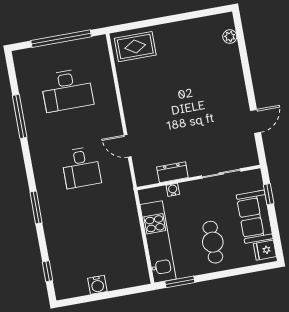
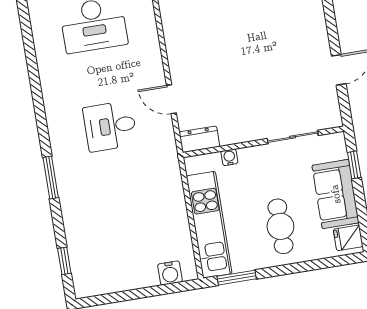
window: (20, 116) -> (31, 59), removed
desk: (81, 167) -> (110, 126), turned 90
dresser: (172, 172) -> (199, 139), moved
water cooler: (97, 285) -> (170, 273), moved

